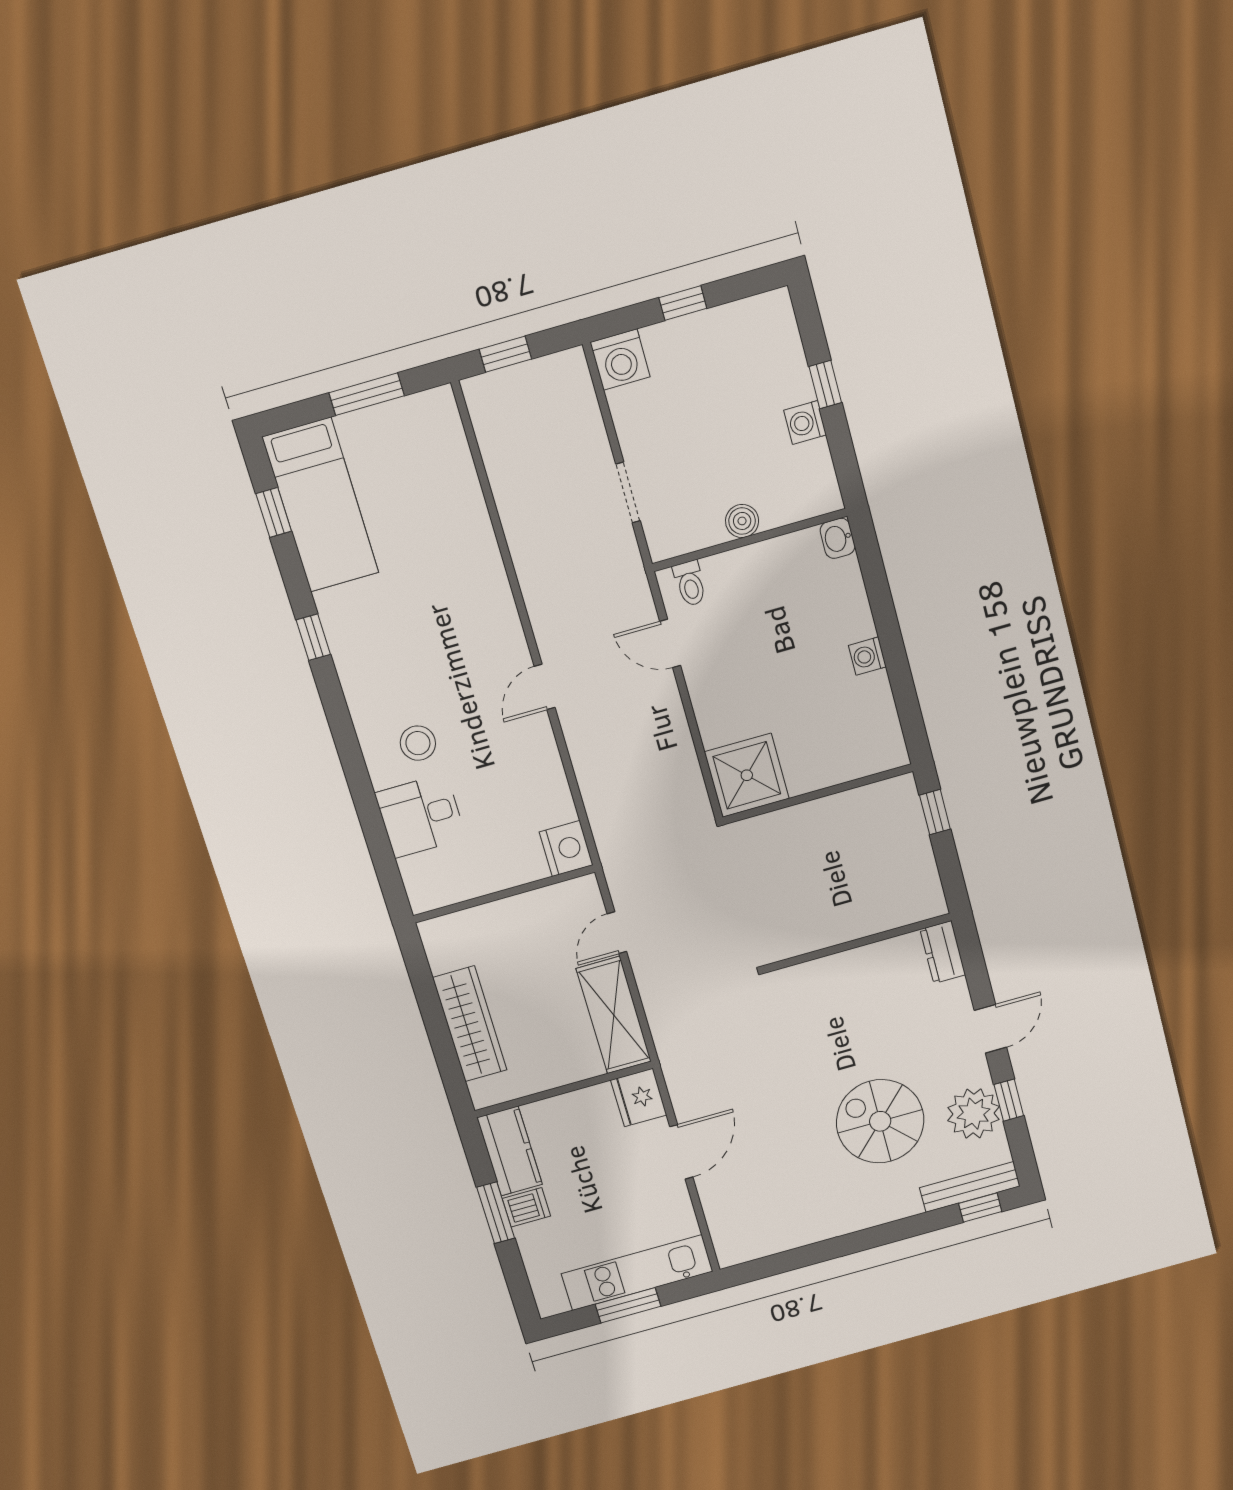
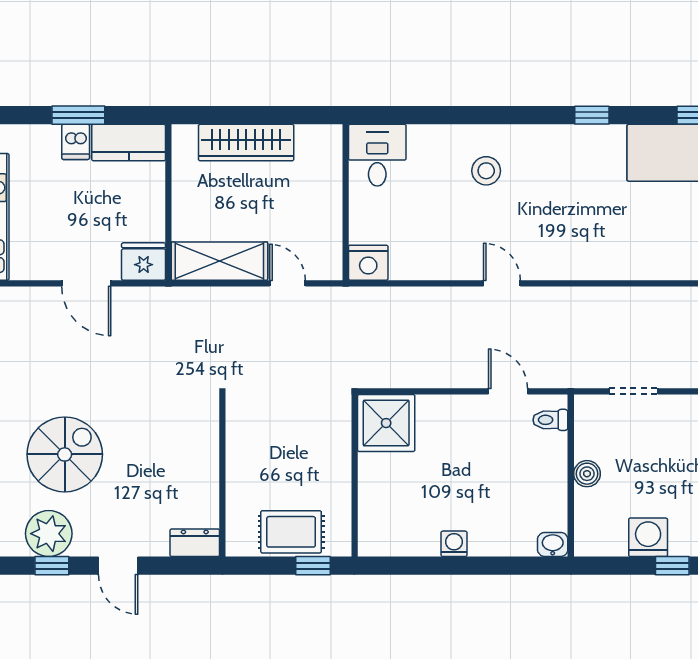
washing machine: (805, 423) -> (648, 537), width x1.38, depth x1.38
door: (670, 644) -> (508, 391), hinge flipped
desk: (421, 816) -> (377, 155), moved
rug: (902, 848) -> (291, 532), added

